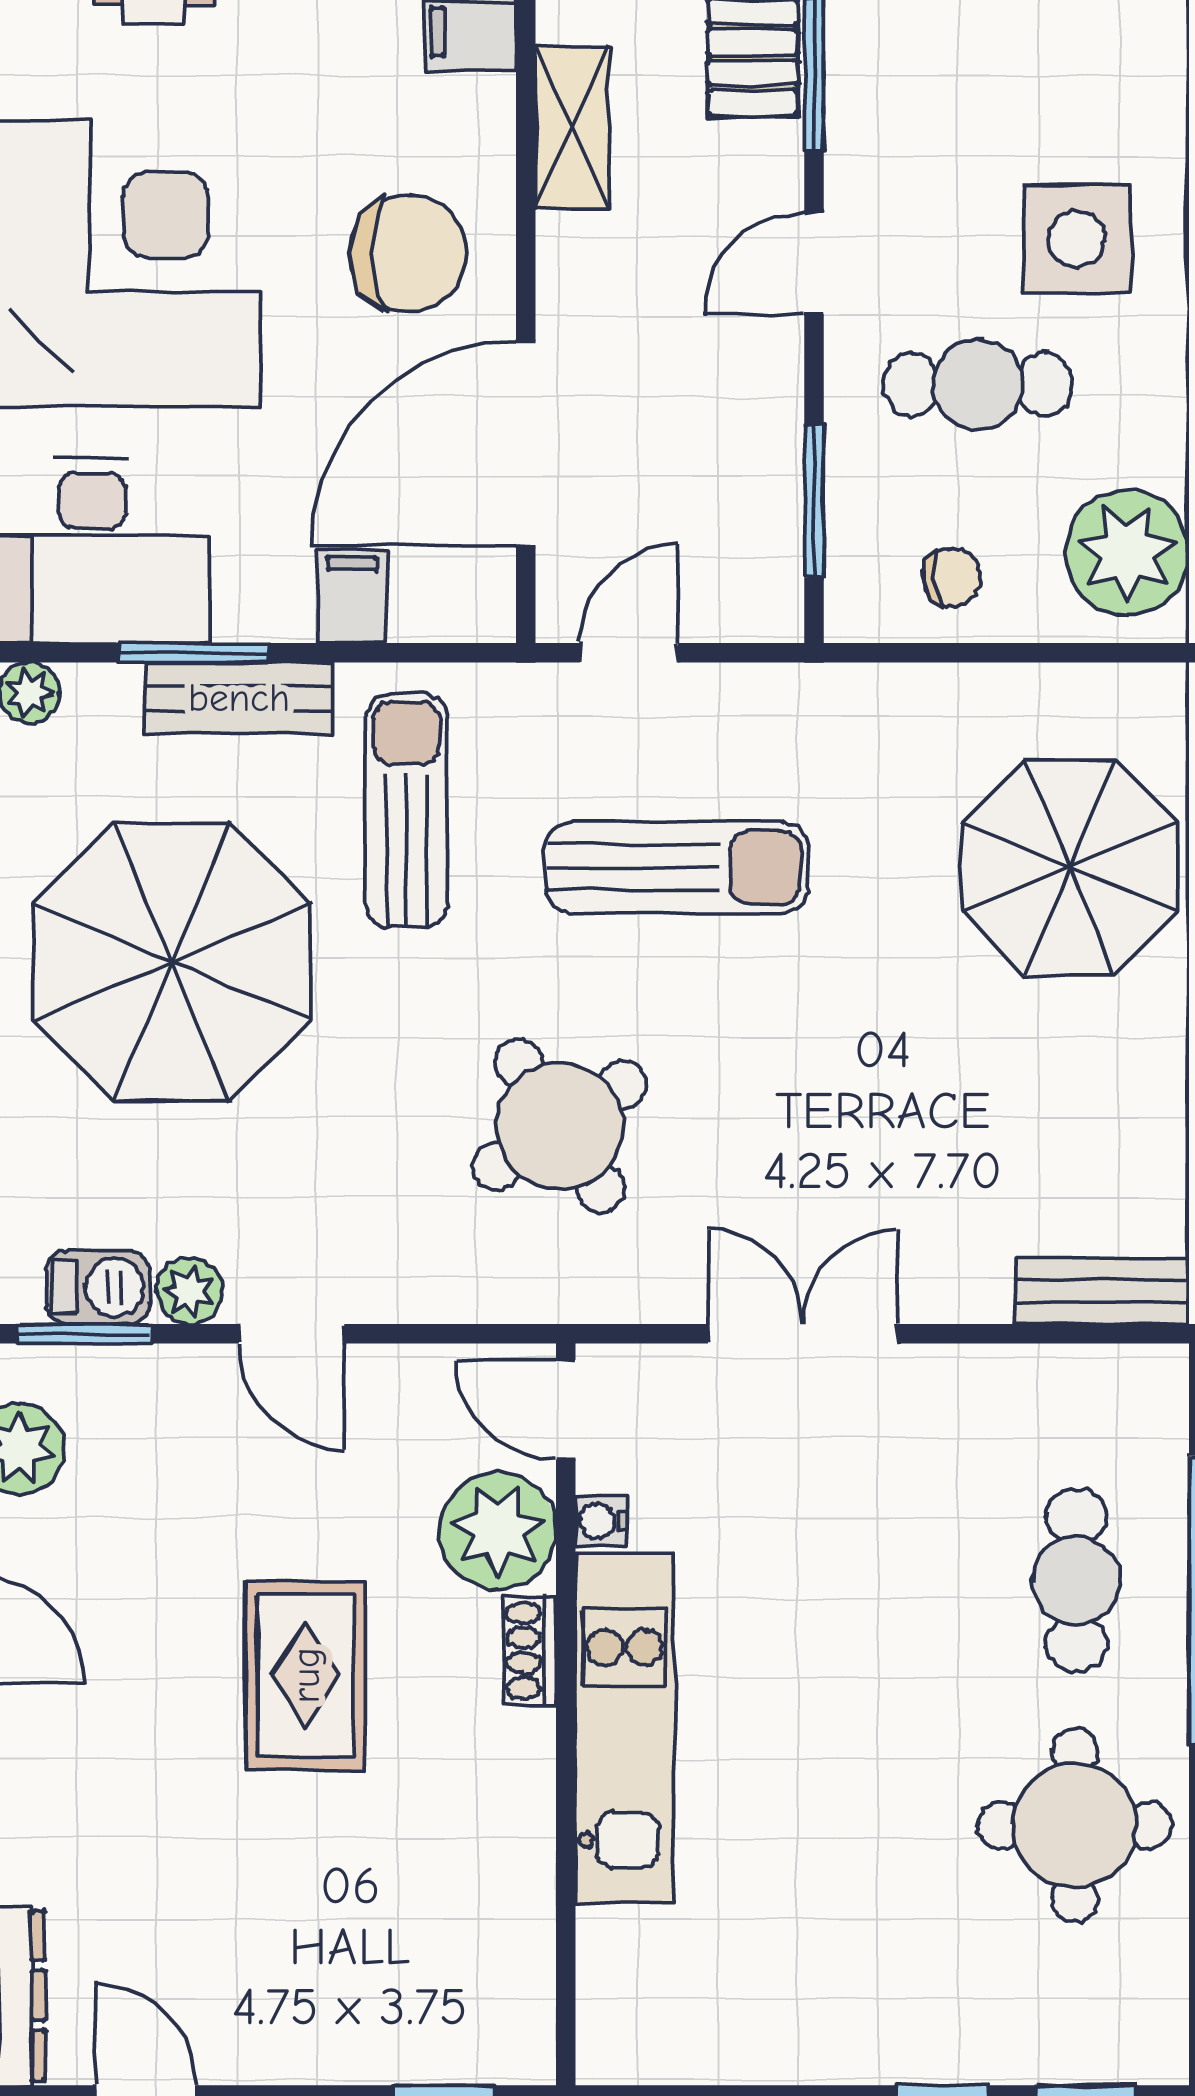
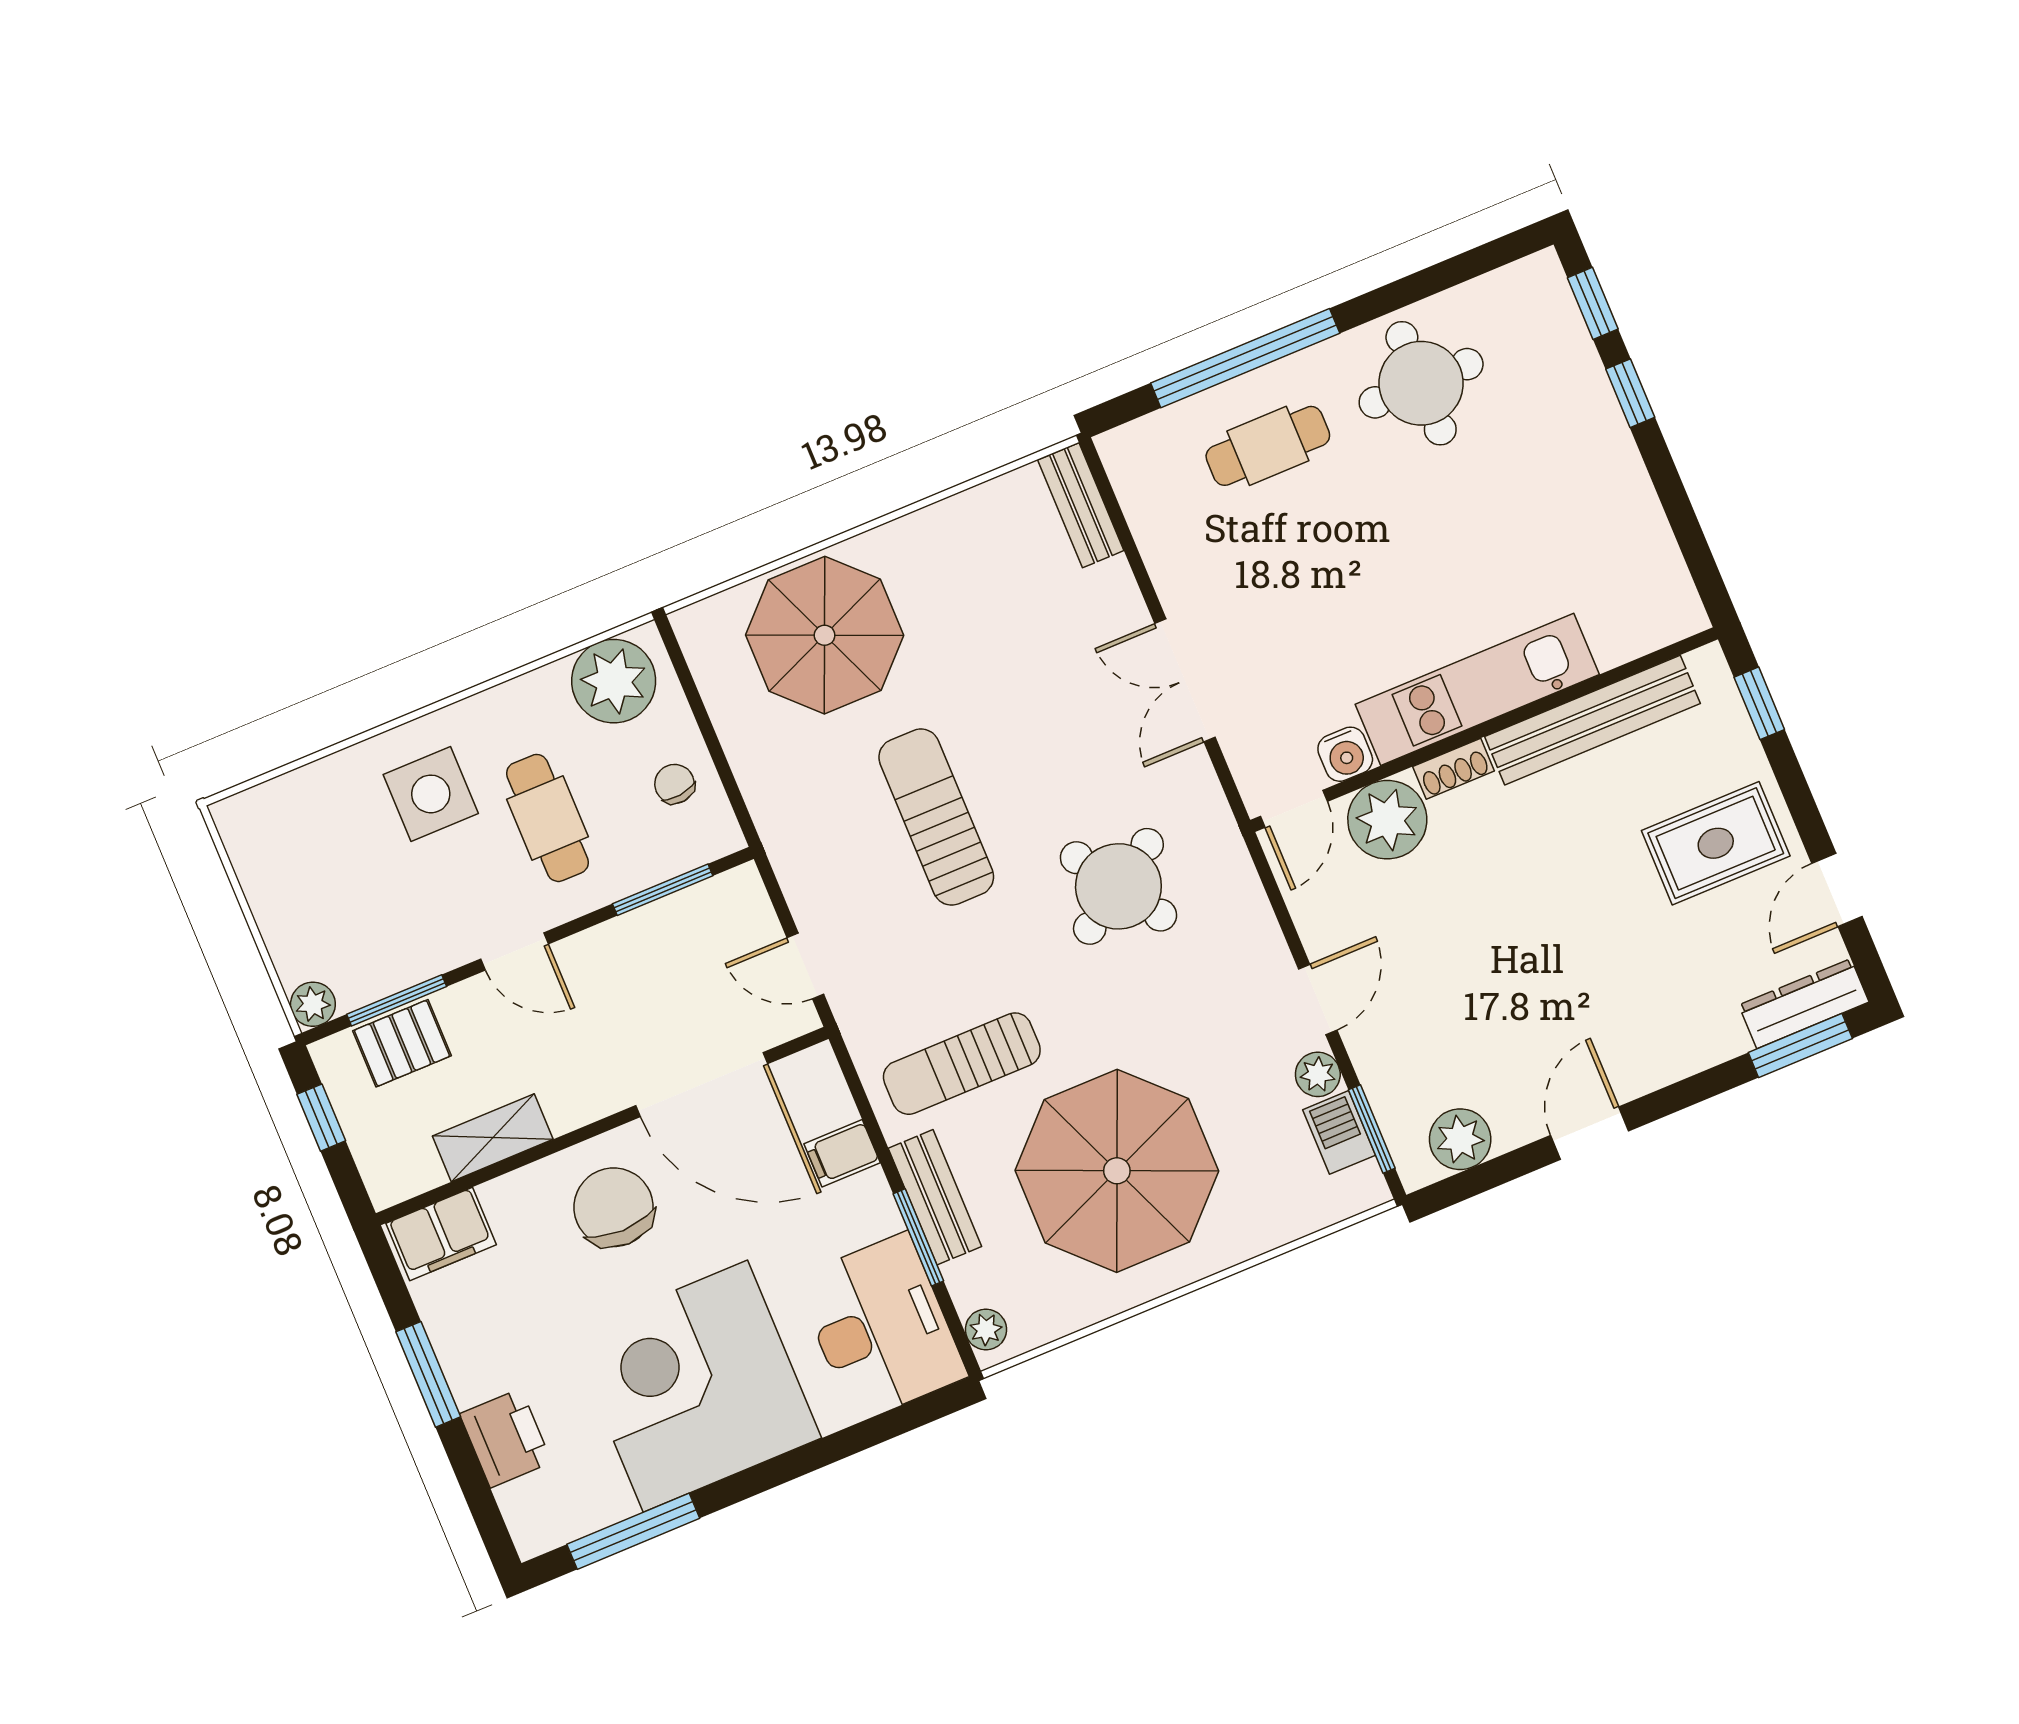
sun lounger: (677, 868) -> (936, 817), moved
water cooler: (601, 1521) -> (1345, 754), width x1.38, depth x1.38
rug: (306, 1675) -> (1716, 843), moved
bench: (517, 1868) -> (1592, 720), added

